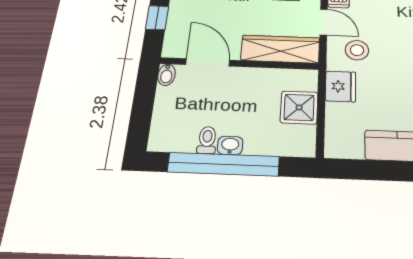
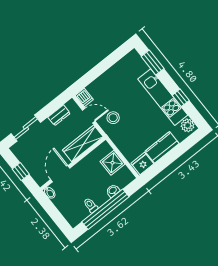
door: (208, 62) -> (60, 174), hinge flipped
fridge: (340, 86) -> (142, 164), moved, turned -90
washbasin: (230, 145) -> (113, 191), moved

